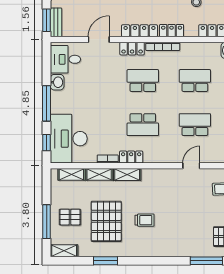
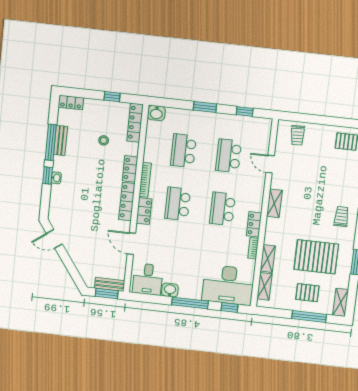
school desk: (143, 125) -> (222, 209), turned 180
shelving: (127, 174) -> (274, 203), moved
pallet: (70, 217) -> (307, 293), turned 90
trolley: (145, 220) -> (341, 216), moved

